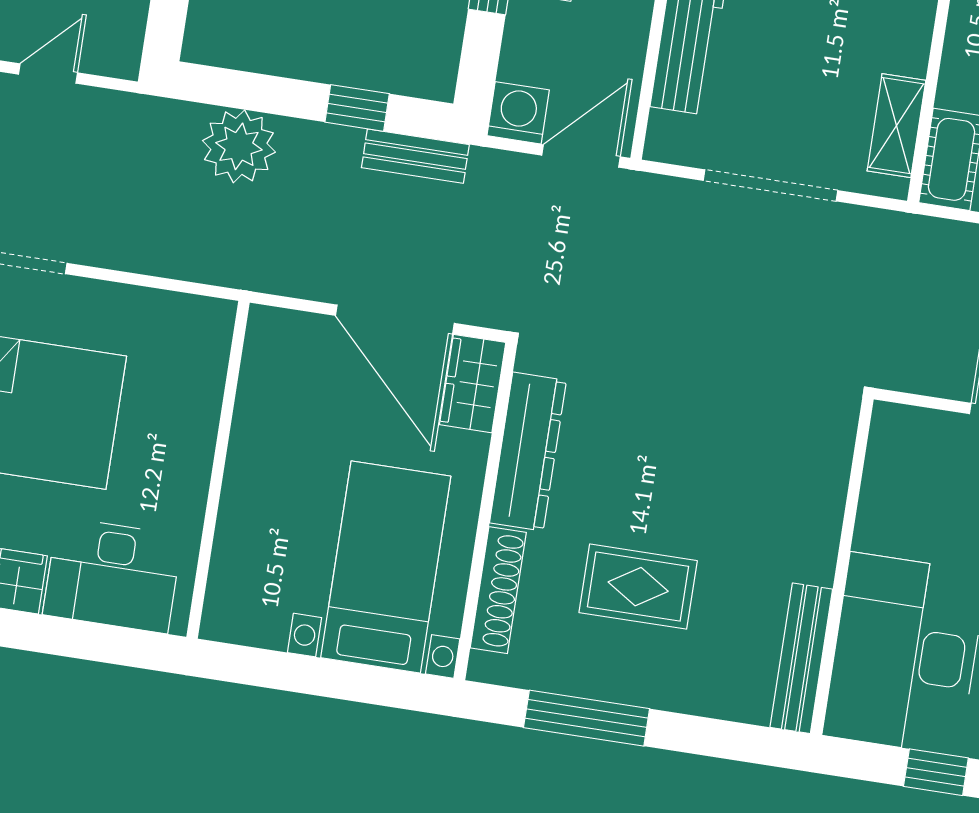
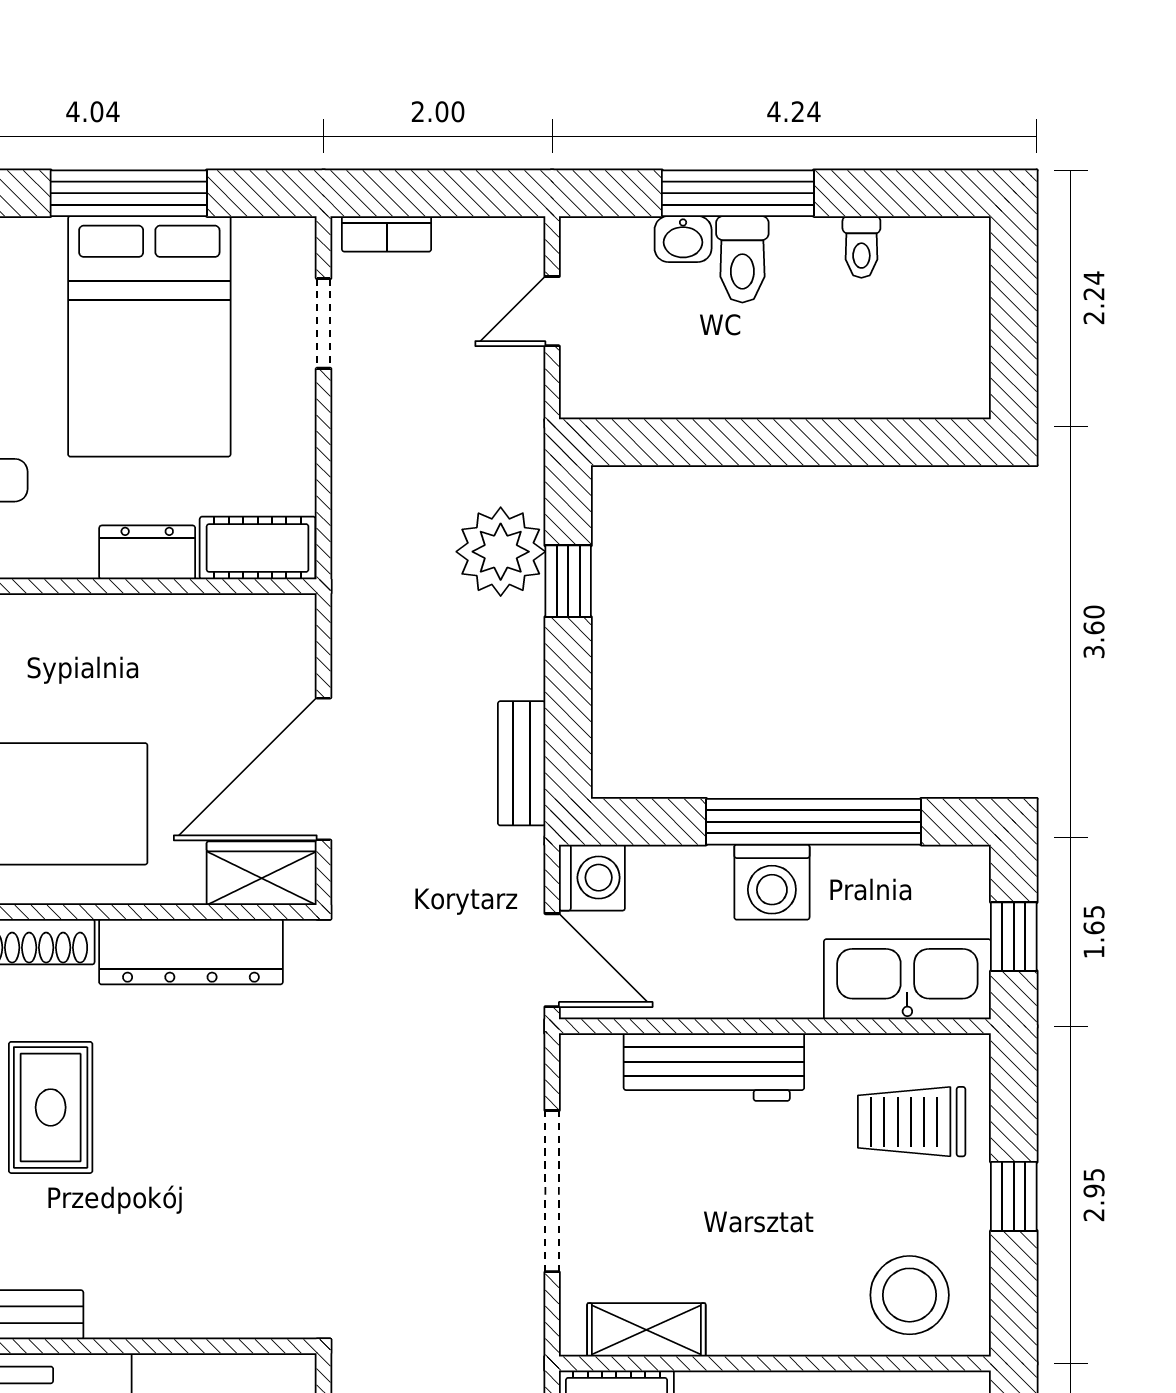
door: (48, 74) -> (552, 311), swing flipped
window: (357, 108) -> (568, 581), moved
cot: (205, 346) -> (258, 548), added
dresser: (195, 437) -> (147, 552), added

